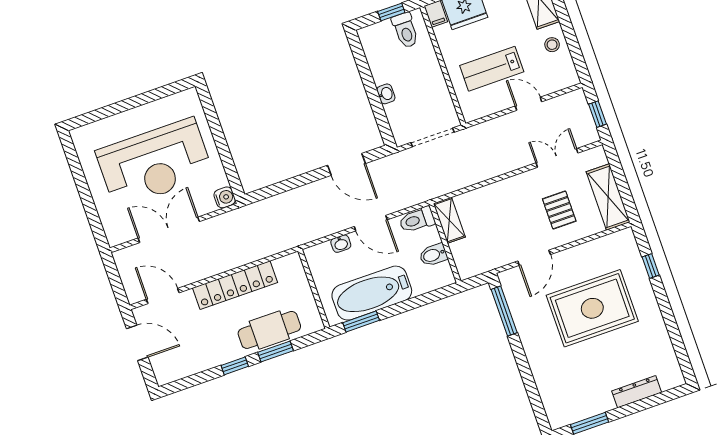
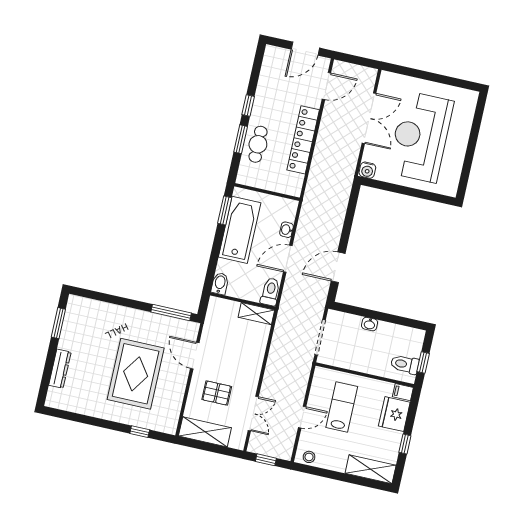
stool: (552, 45) -> (309, 457), moved
bidet: (433, 255) -> (220, 284), moved
cafe table: (269, 330) -> (258, 144), width x0.73, depth x0.74

